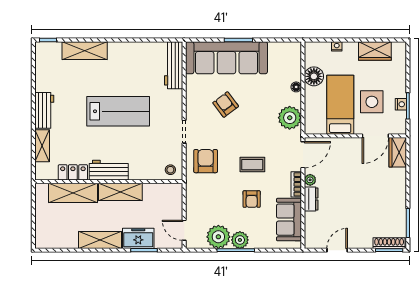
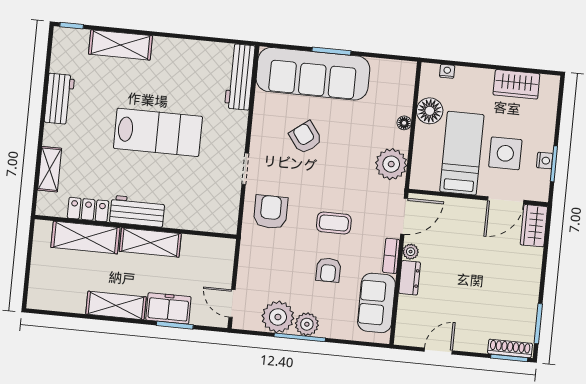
nightstand: (337, 46) -> (447, 71), moved
workbench: (44, 110) -> (59, 99), moved
stool: (170, 170) -> (221, 219), removed

